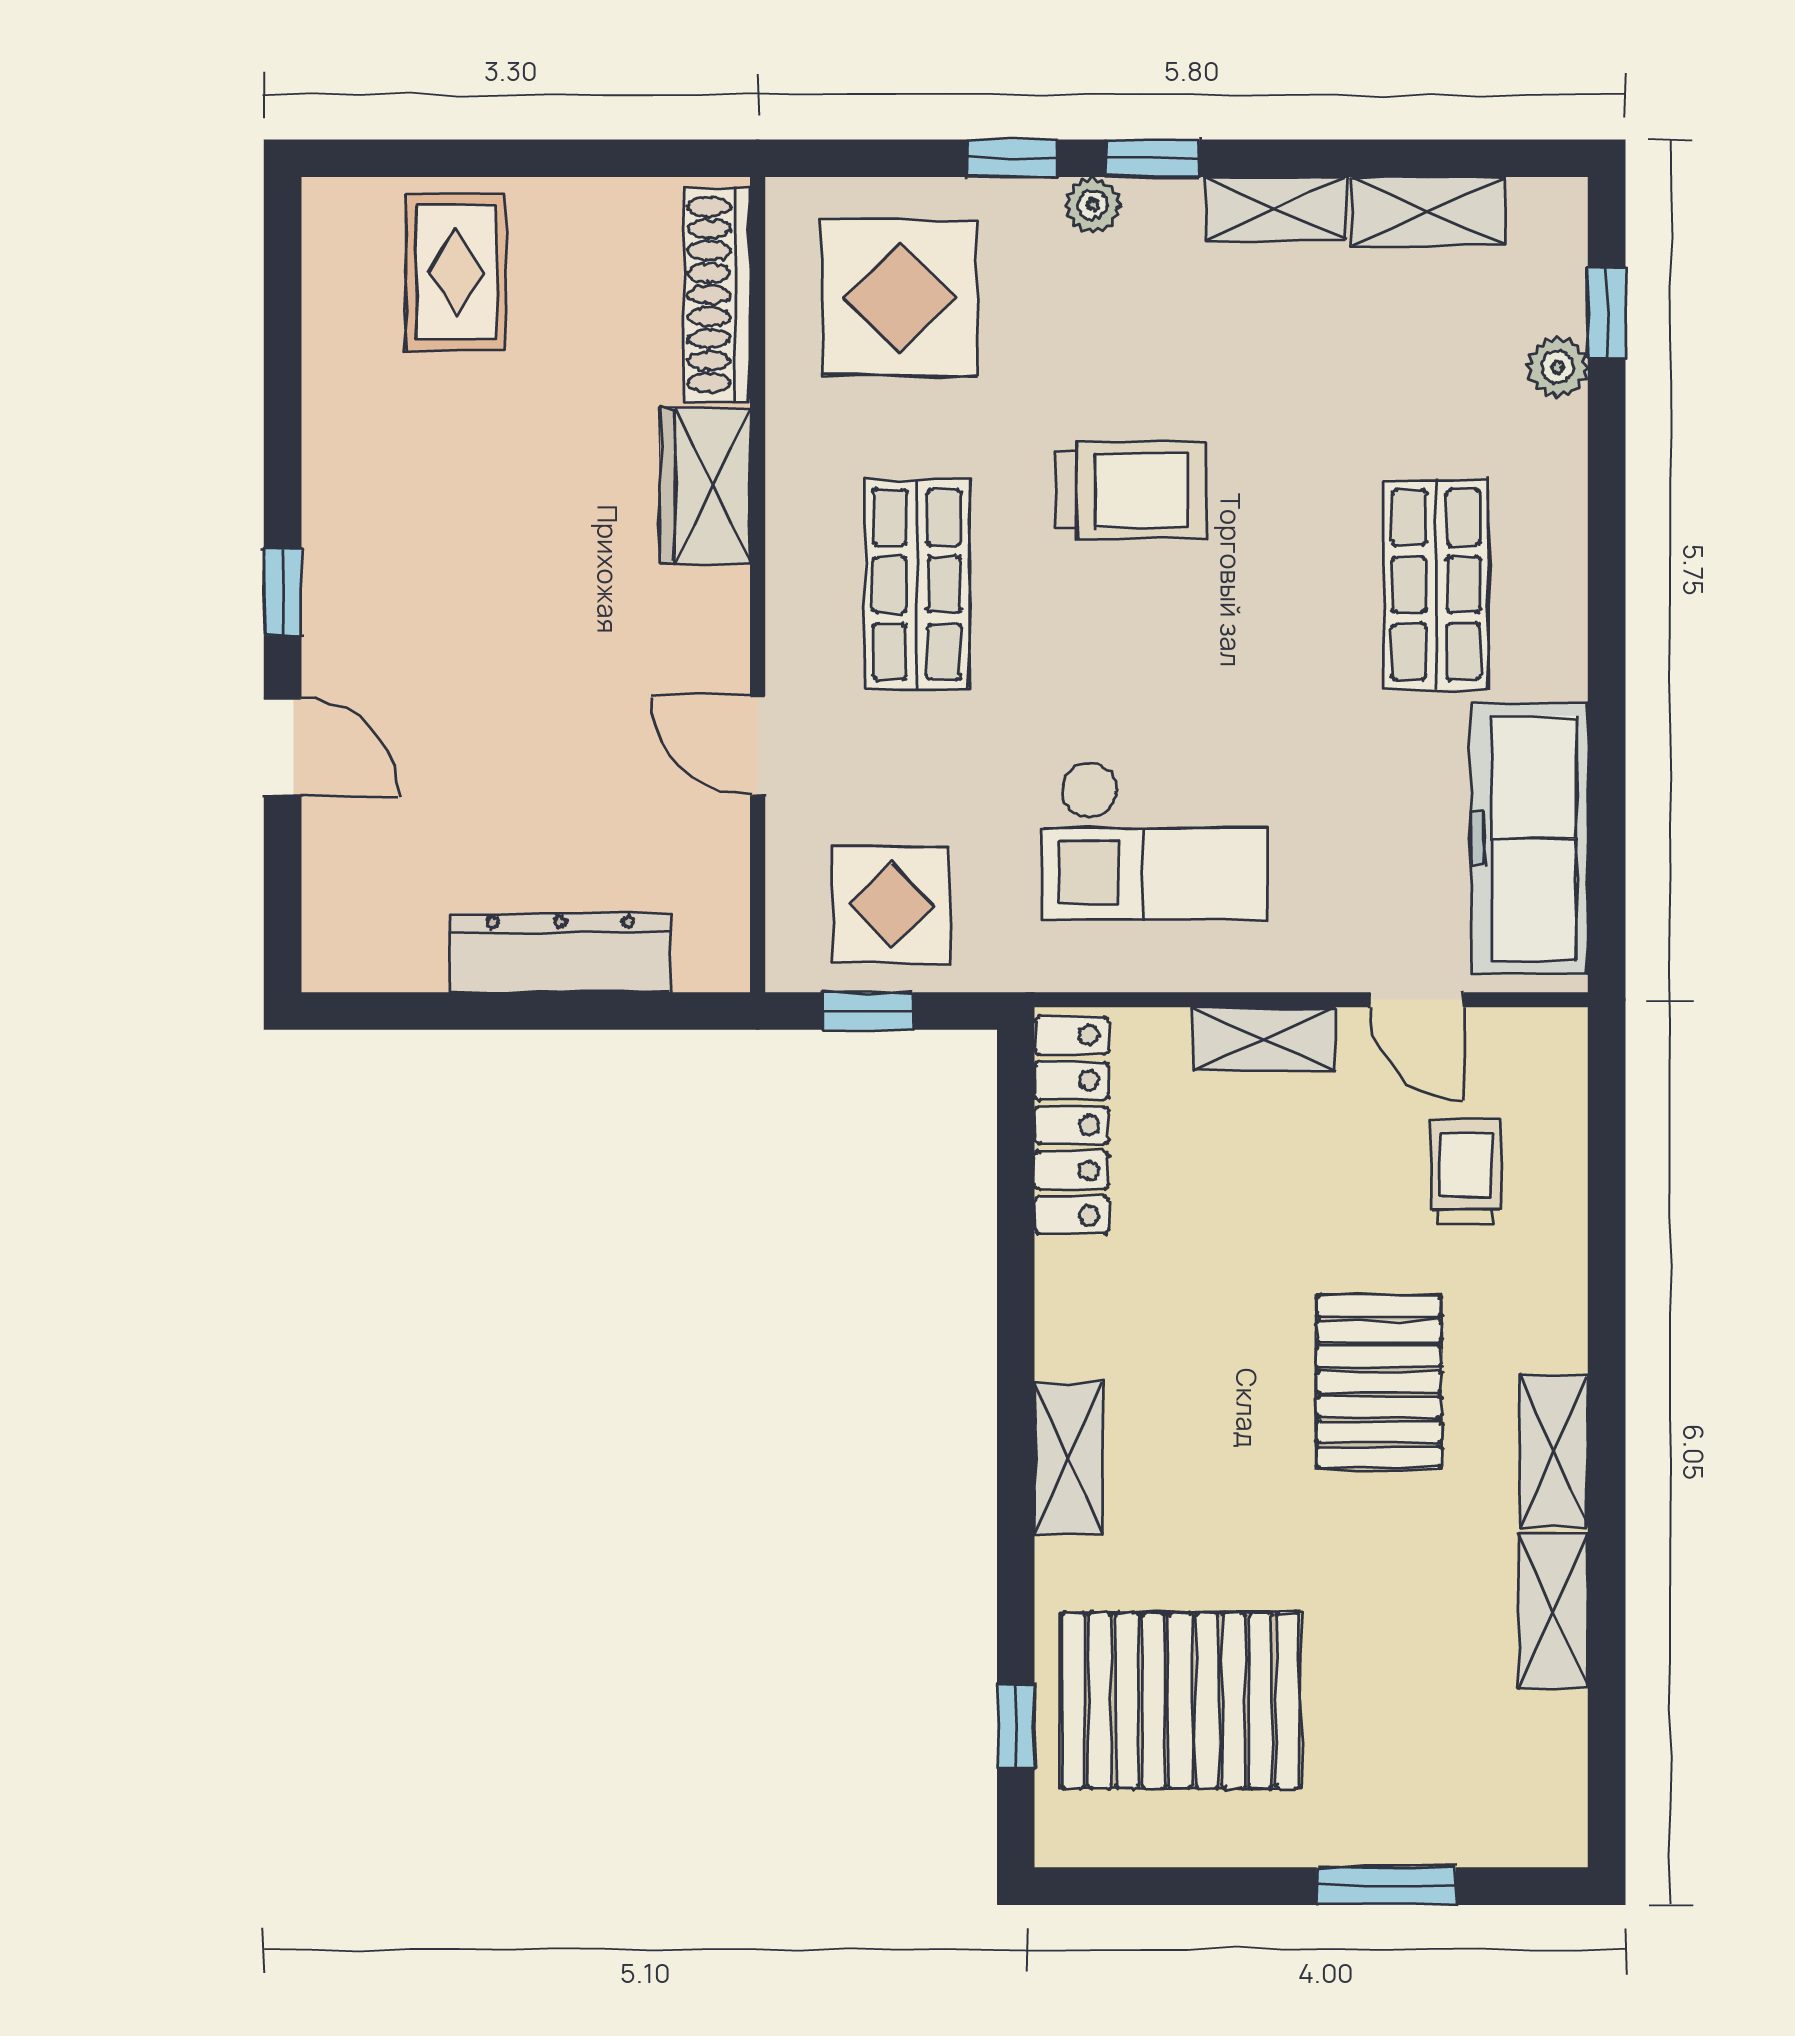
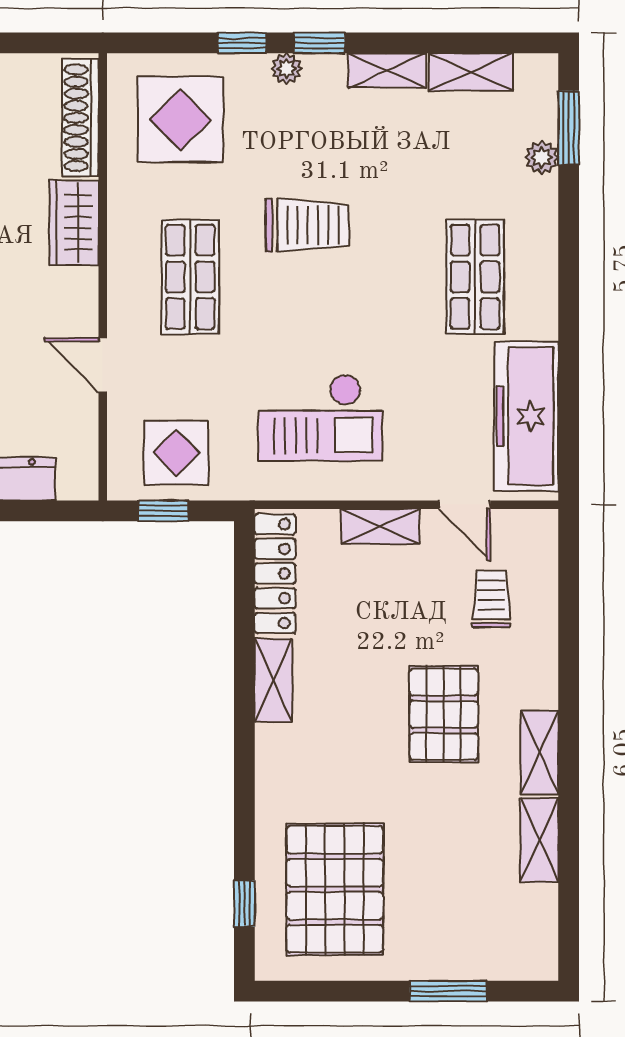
window: (1607, 313) -> (569, 128), width x1.50
shelving: (1069, 1459) -> (273, 680), moved
pallet: (1180, 1701) -> (335, 889), turned 90

